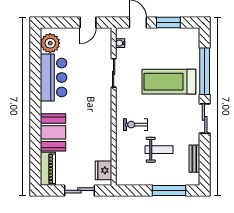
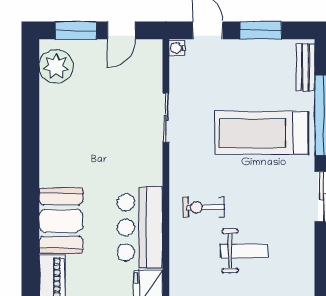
window: (62, 22) -> (76, 30), added
water cooler: (120, 43) -> (177, 48), moved
bar counter: (54, 77) -> (140, 227), moved, turned 180
bench: (194, 159) -> (306, 67), moved

